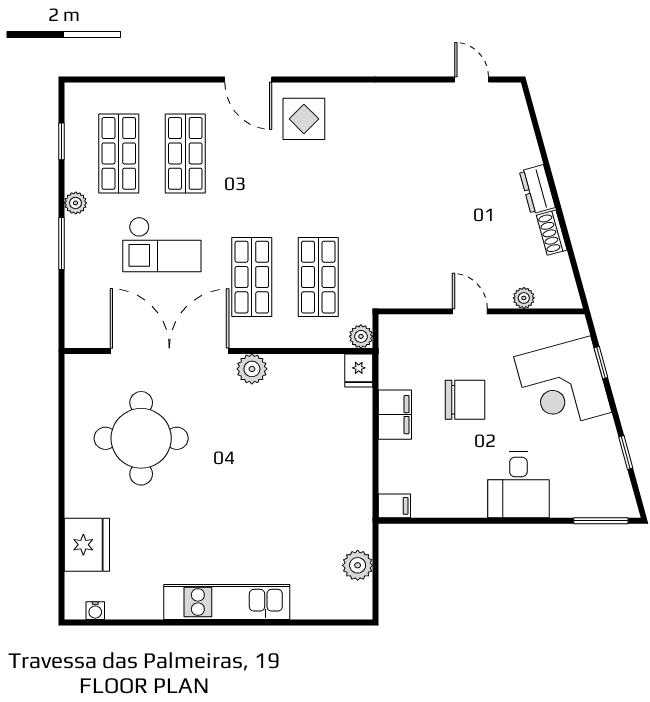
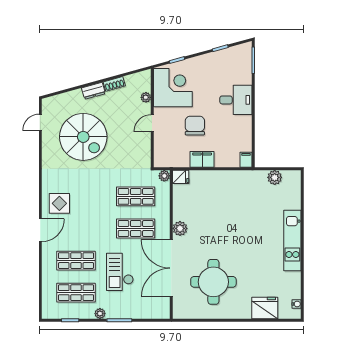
spiral stairs: (442, 168) -> (83, 137), added
checkout: (162, 244) -> (120, 272), turned 180
corner desk: (563, 385) -> (173, 88), moved, turned -75

